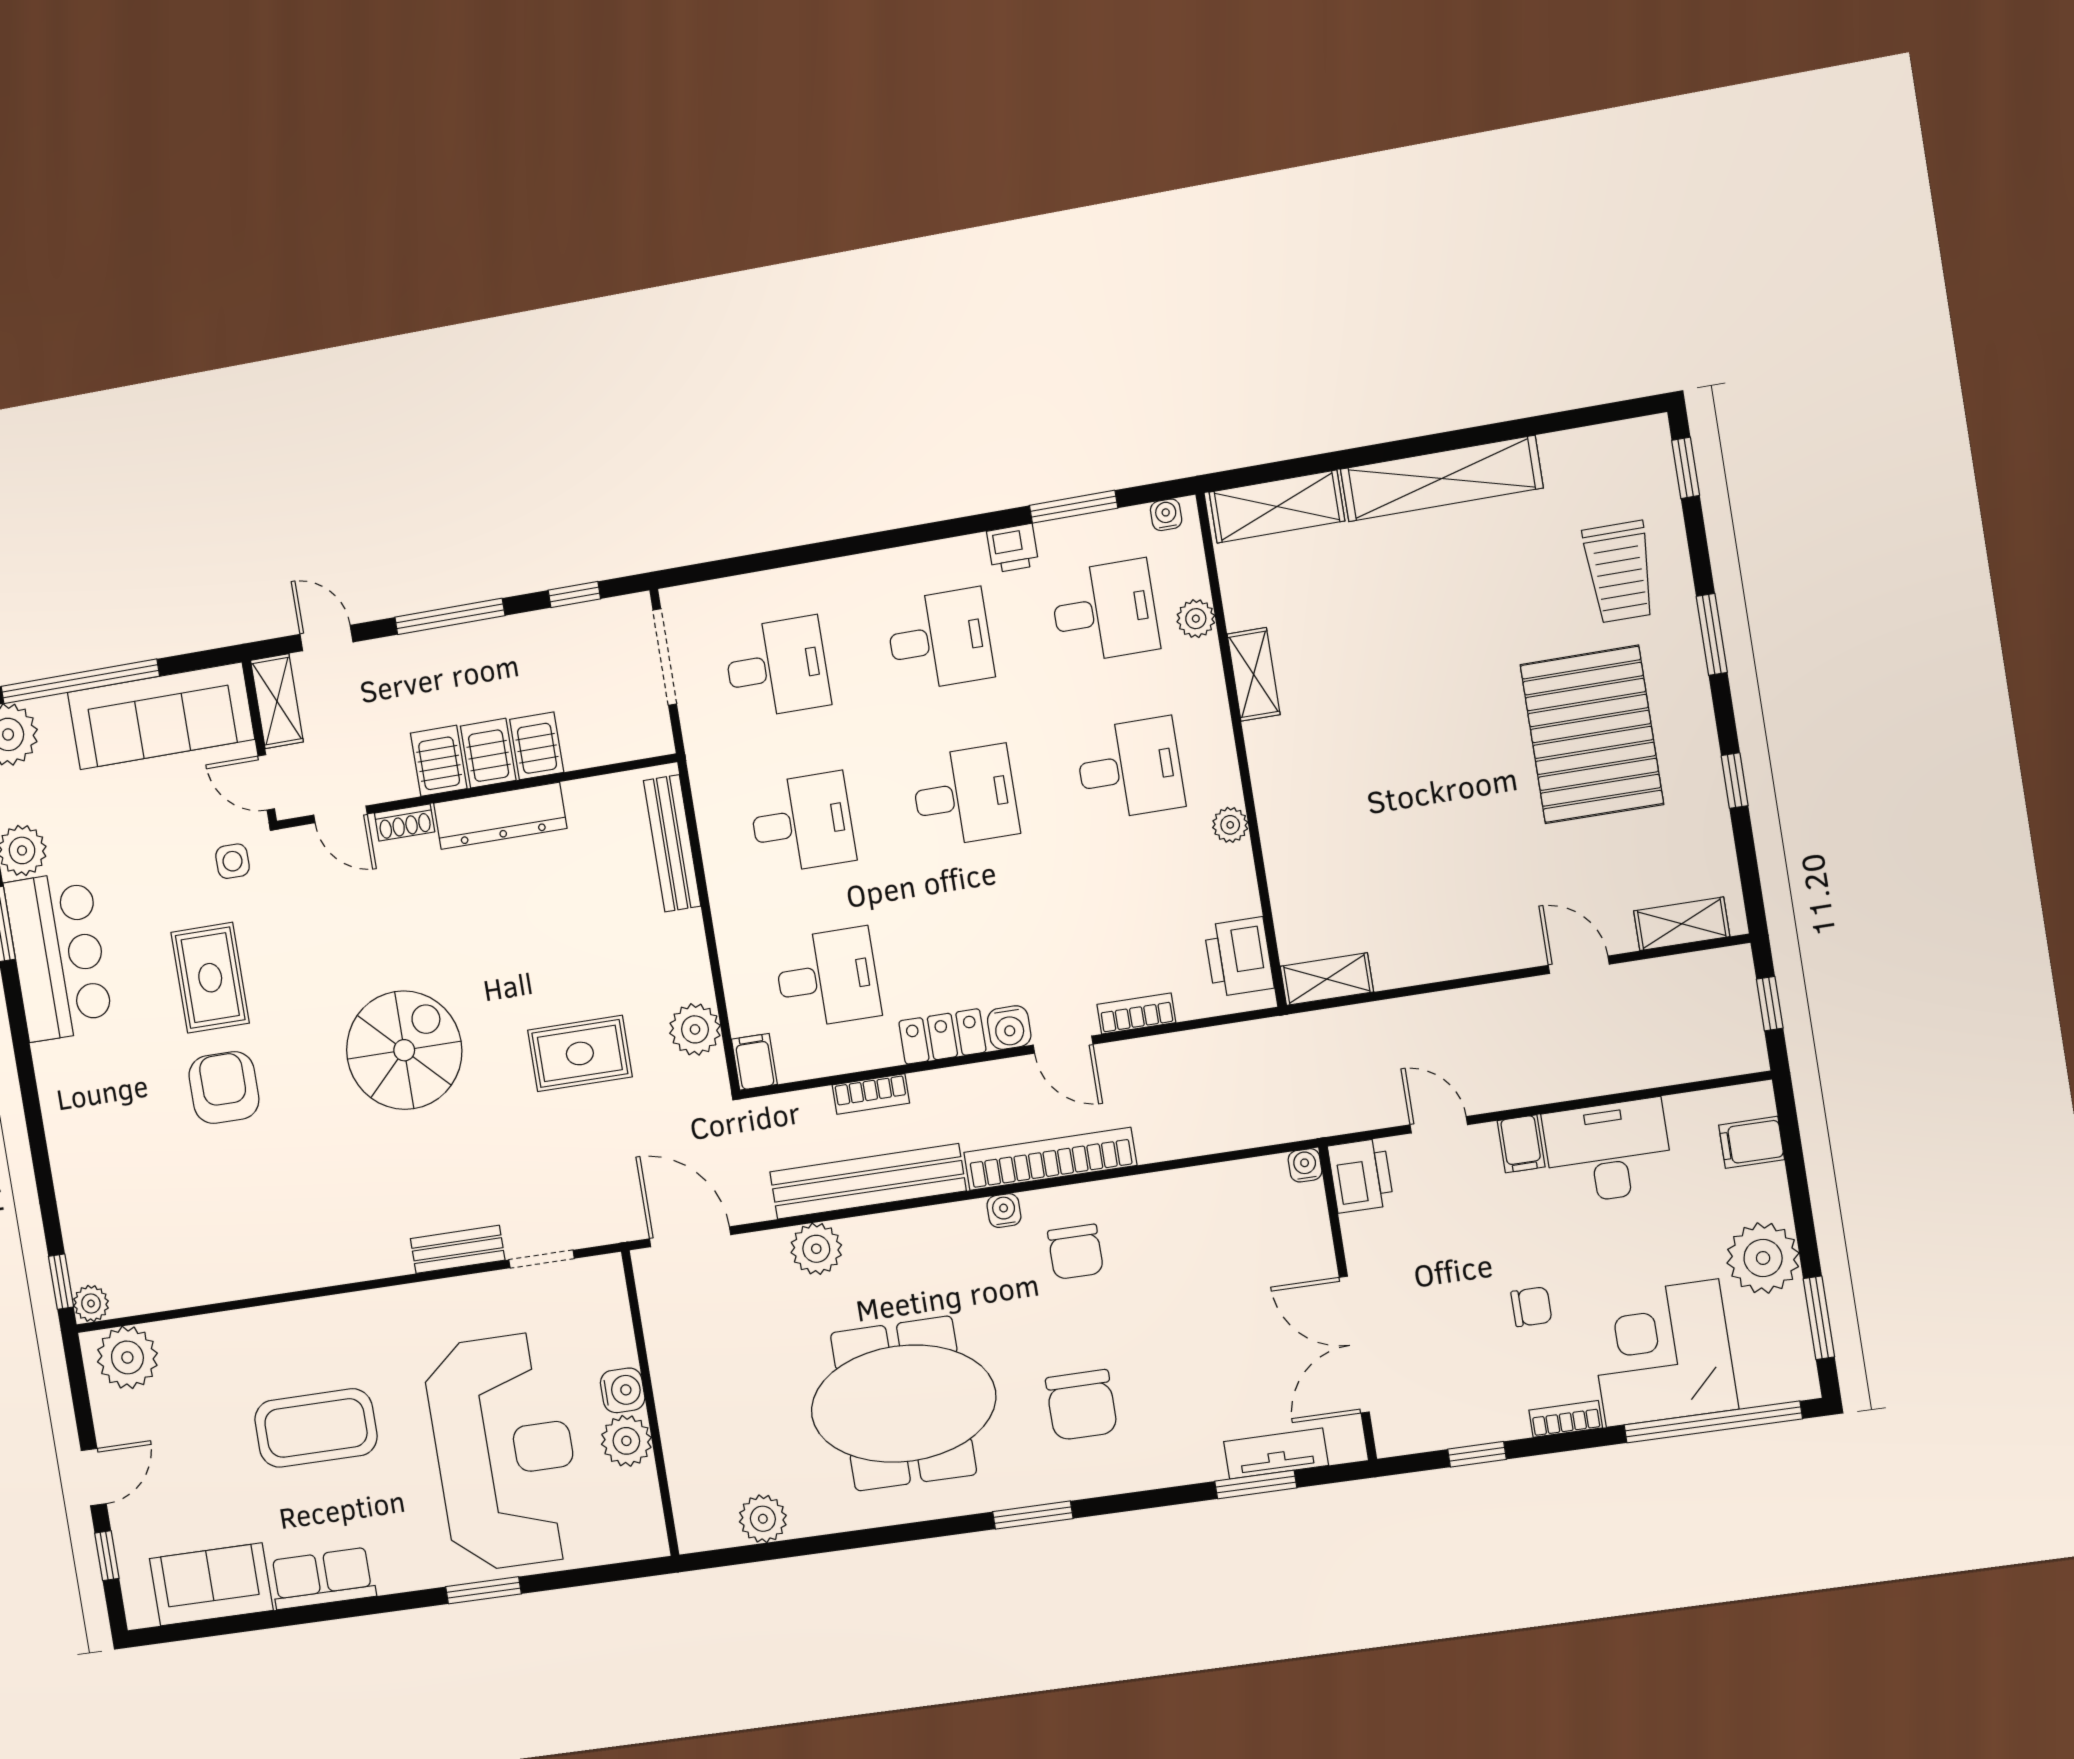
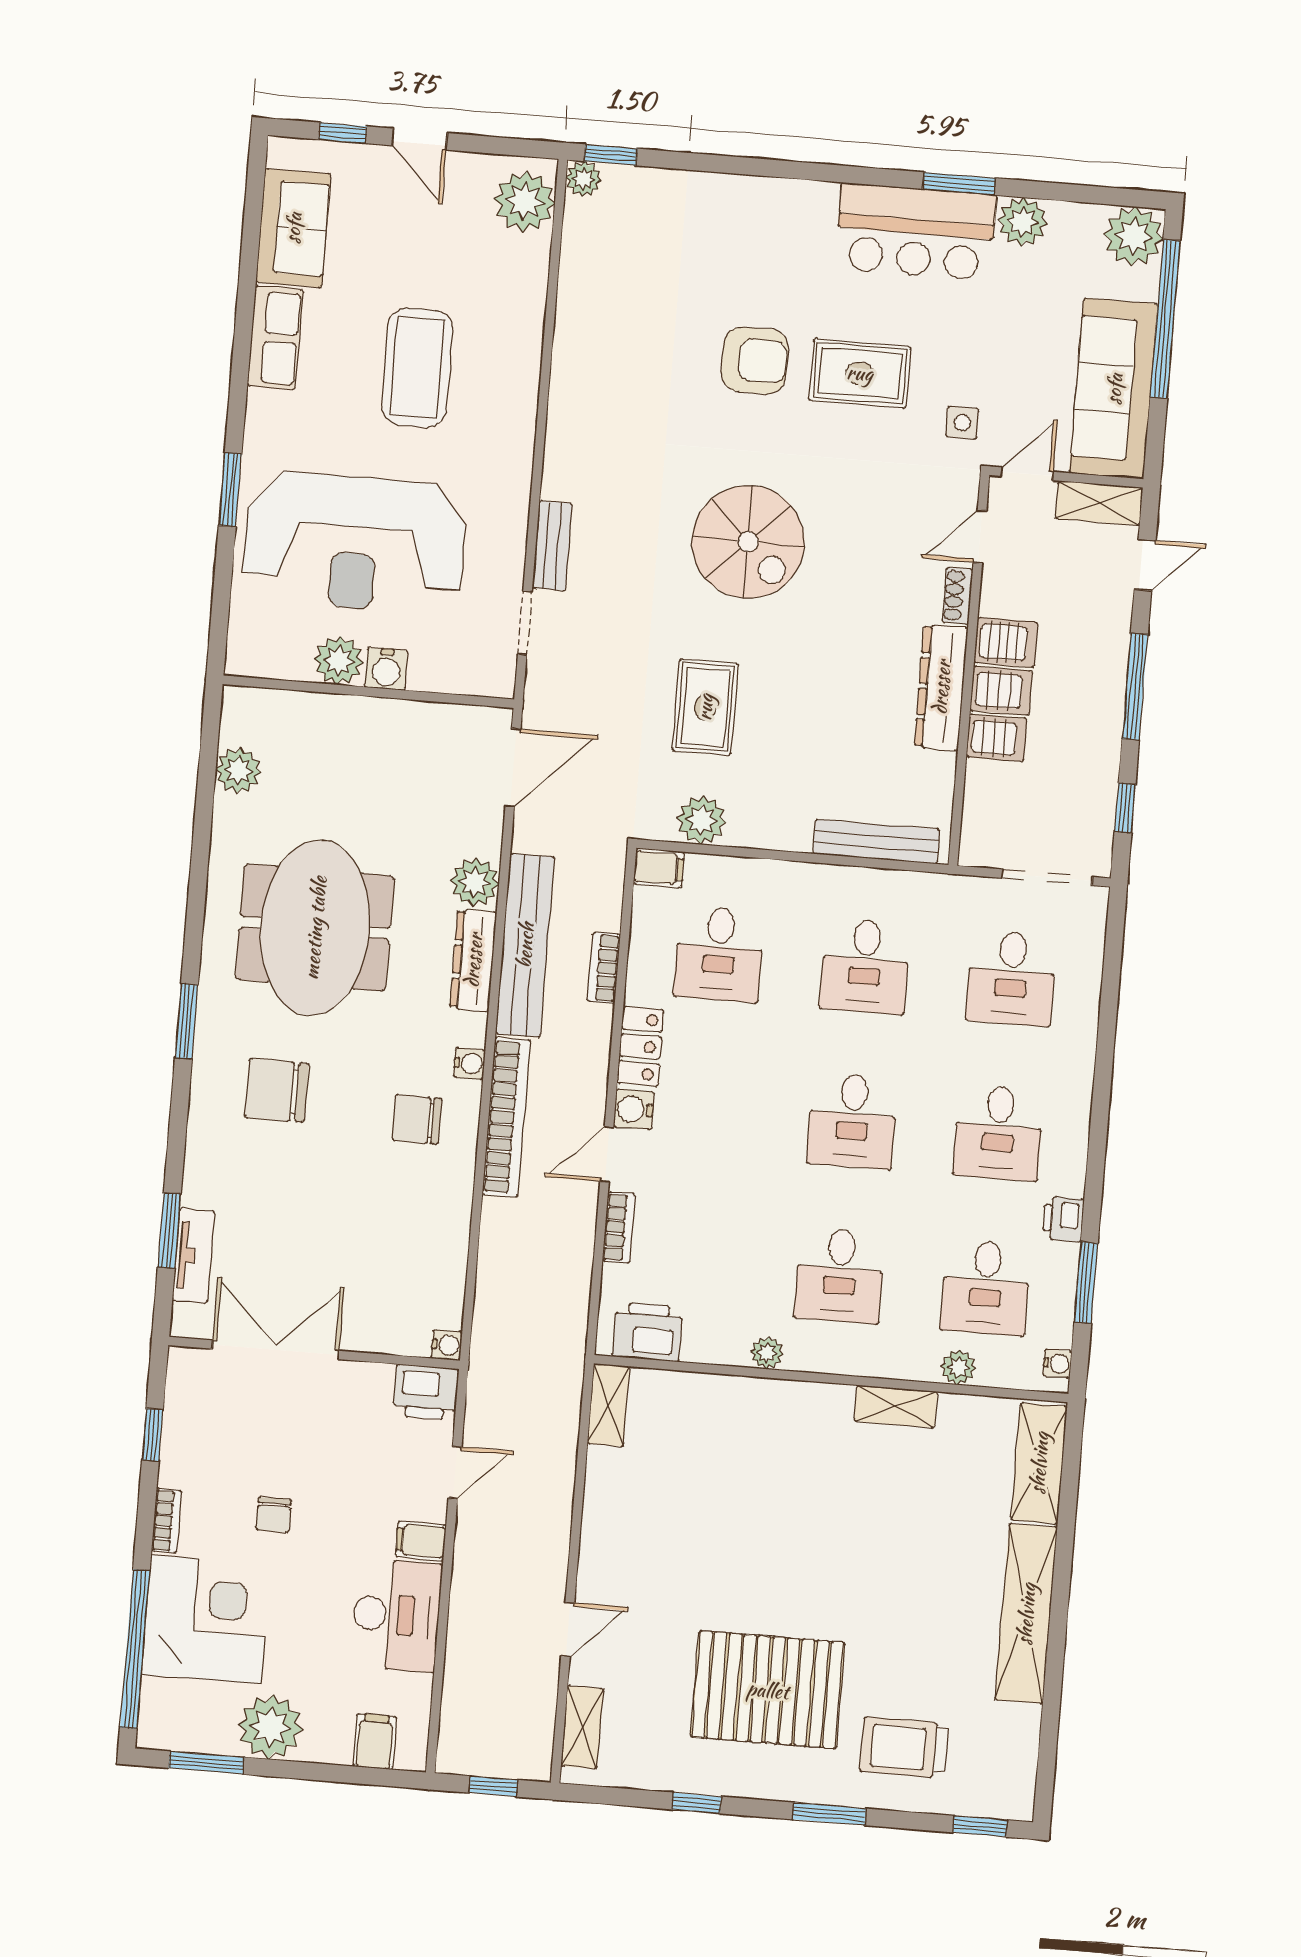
dresser: (897, 1232) -> (473, 960), added

